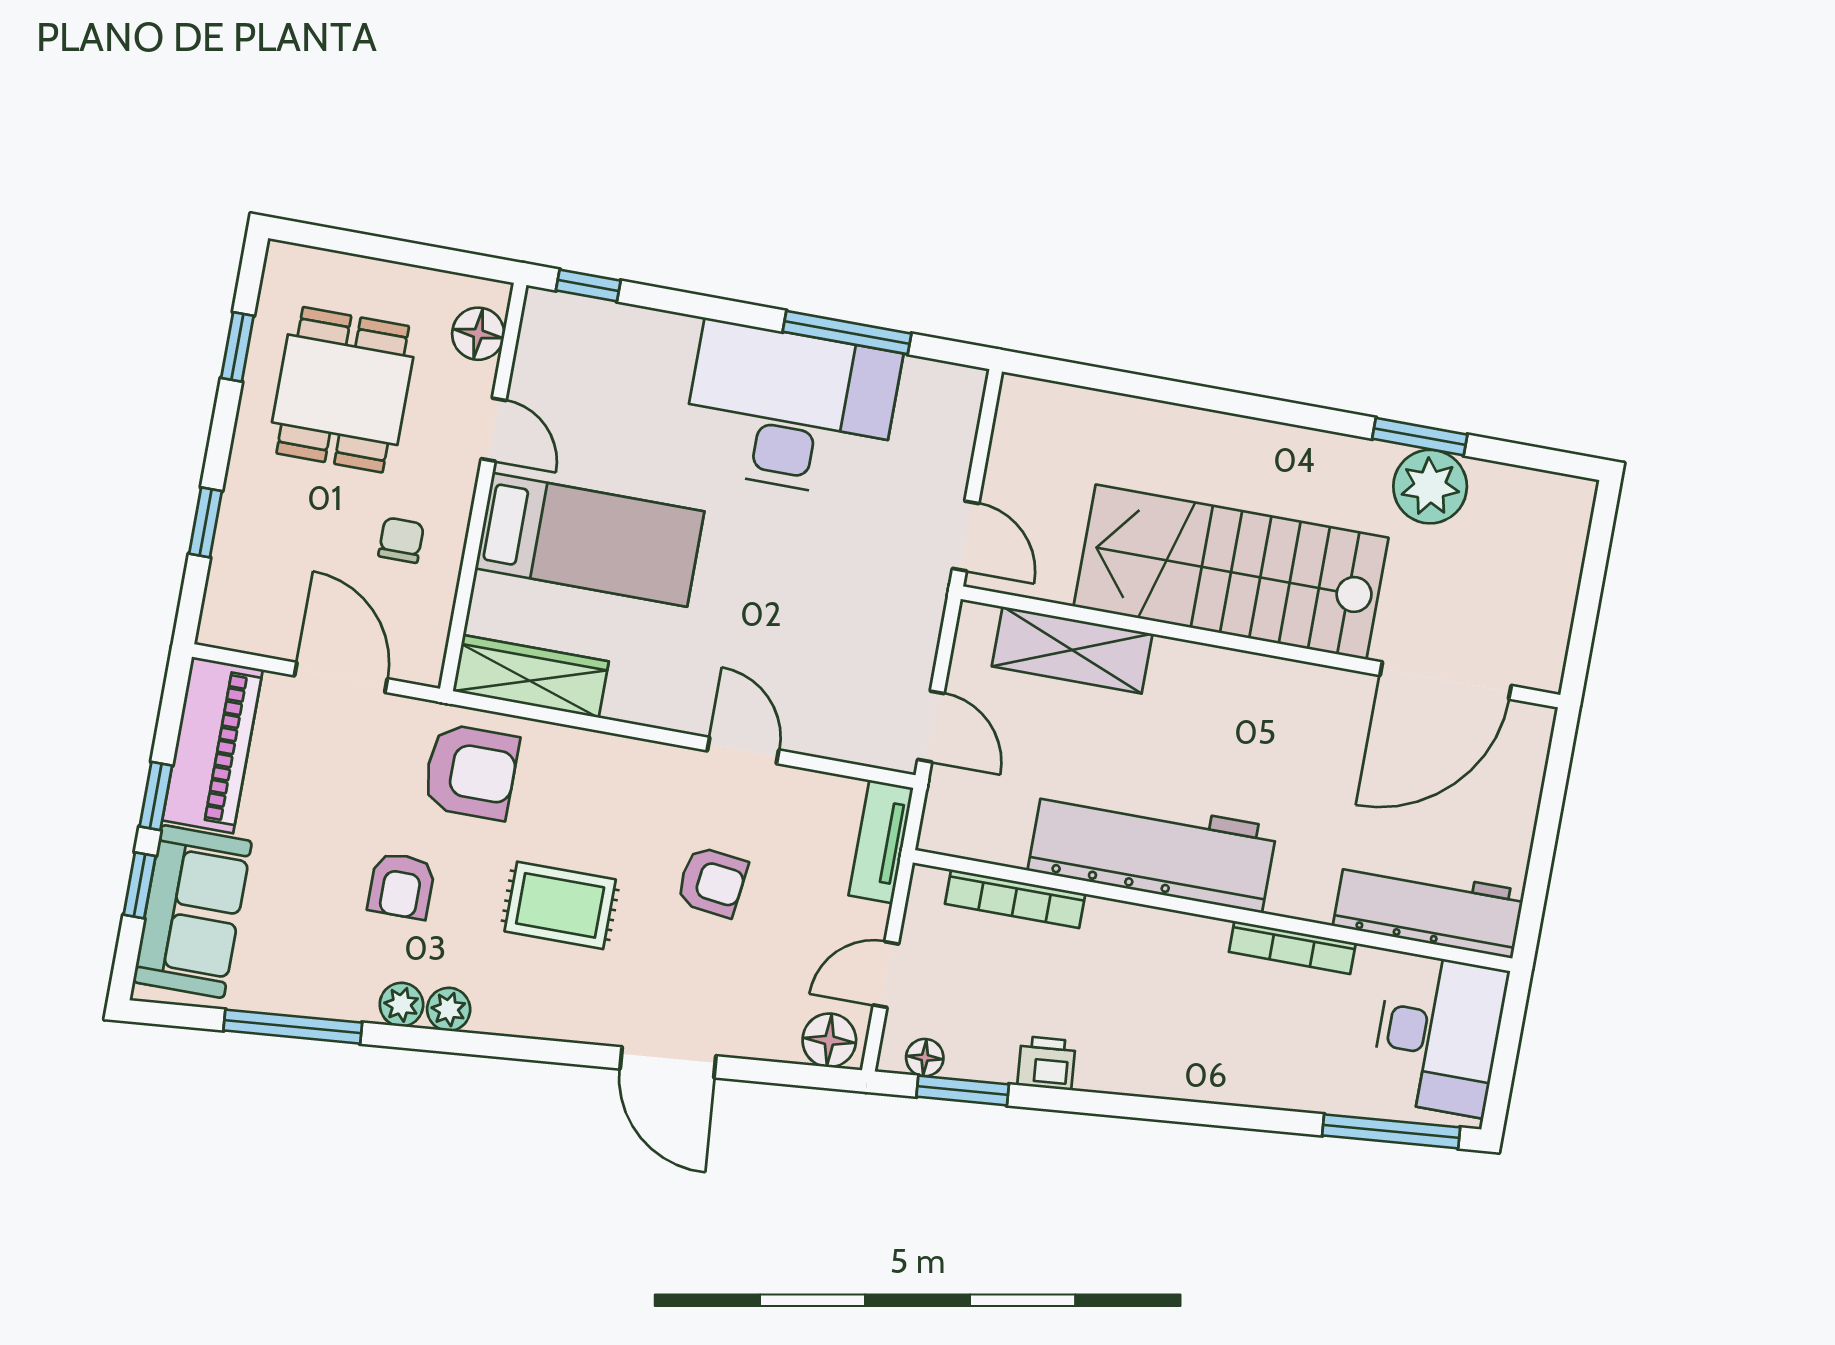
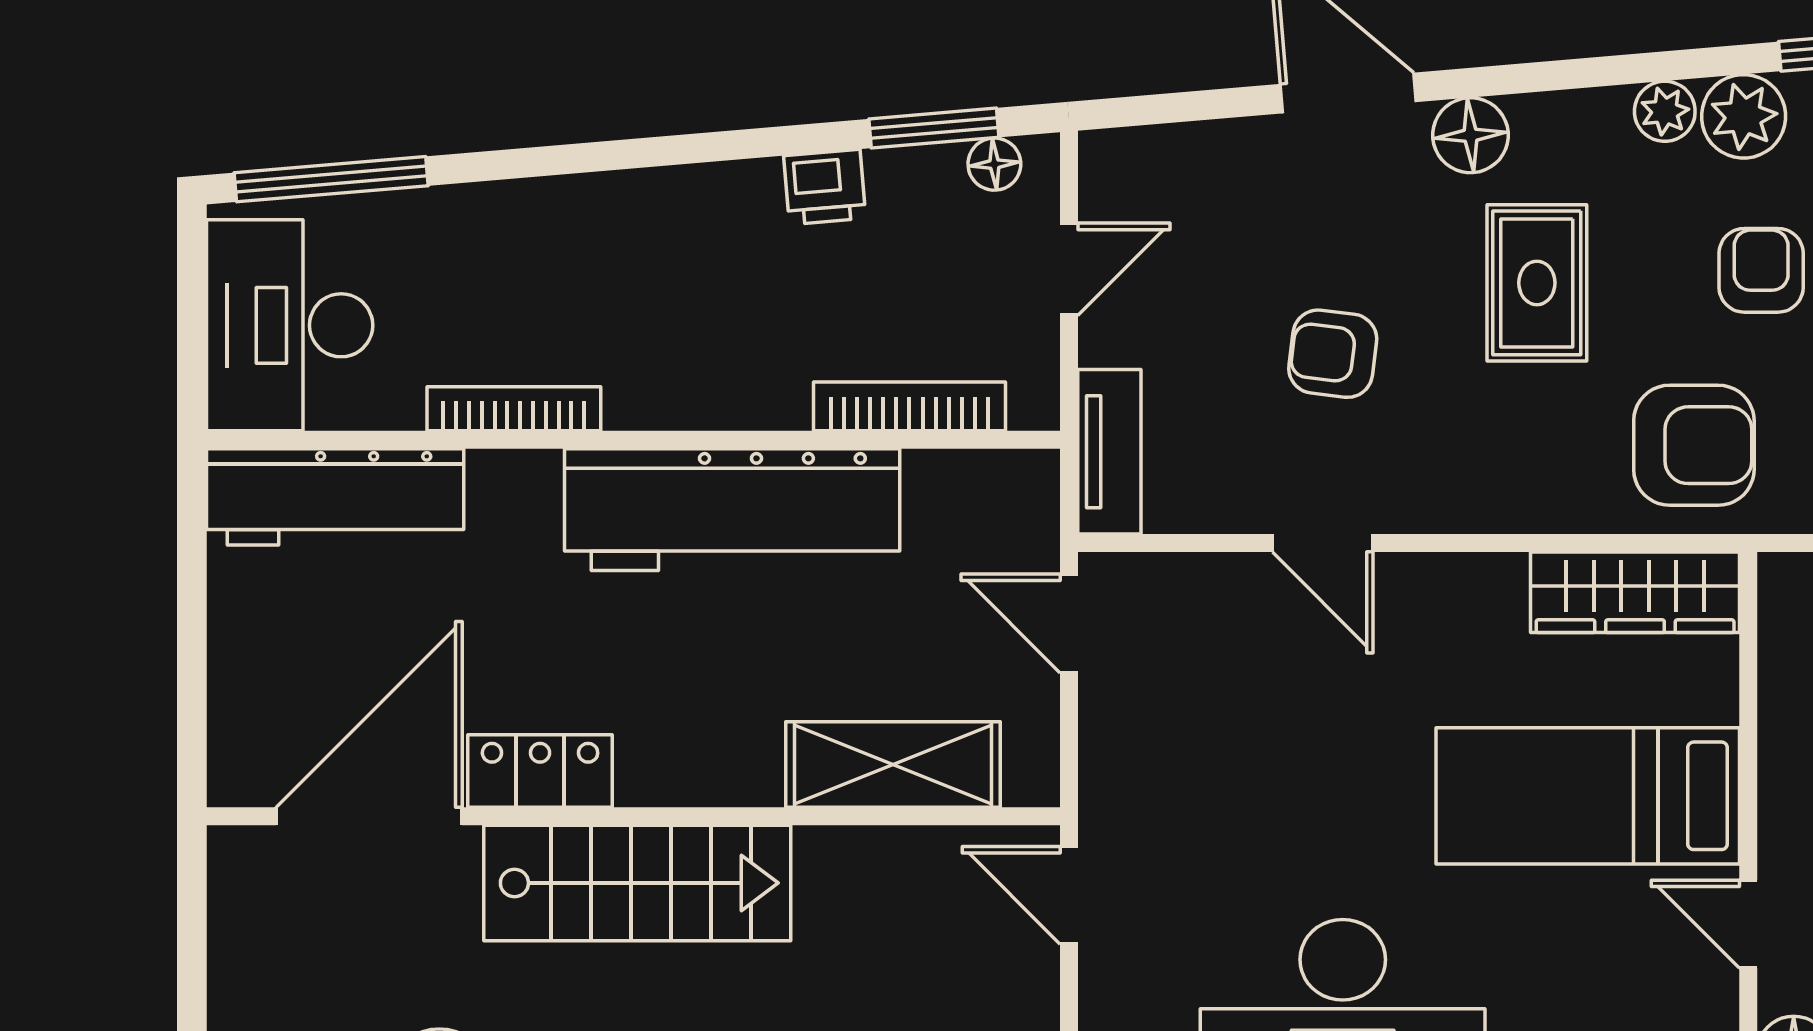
stairs: (1231, 572) -> (637, 883), width x0.73, depth x0.66
locker: (1320, 691) -> (540, 771), added
armchair: (471, 772) -> (1694, 445), turned 180
rug: (560, 905) -> (1537, 283), turned 90
plant: (401, 1005) -> (1744, 116), width x1.38, depth x1.38
floor lamp: (829, 1040) -> (1471, 135), moved

